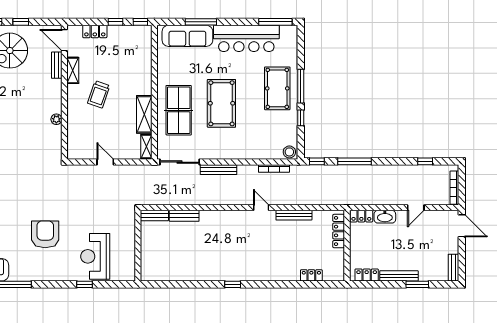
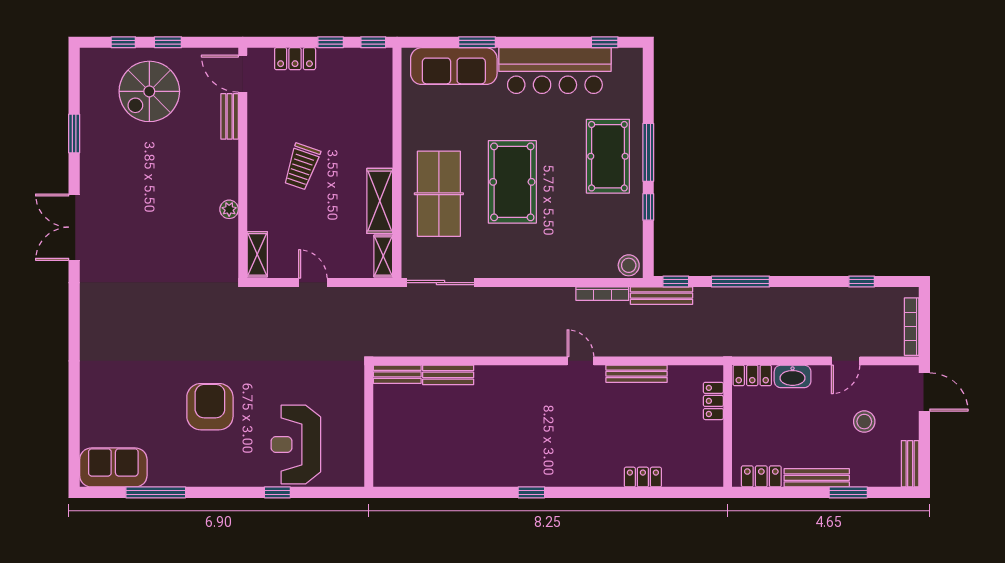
window: (201, 22) -> (477, 42), width x0.69
window: (275, 22) -> (605, 42), width x0.46
shelving: (73, 70) -> (257, 254), moved
bench: (219, 170) -> (662, 296), moved
locker: (339, 231) -> (713, 401), width x0.66
stool: (427, 243) -> (864, 422), added
locker: (311, 275) -> (643, 477), moved

